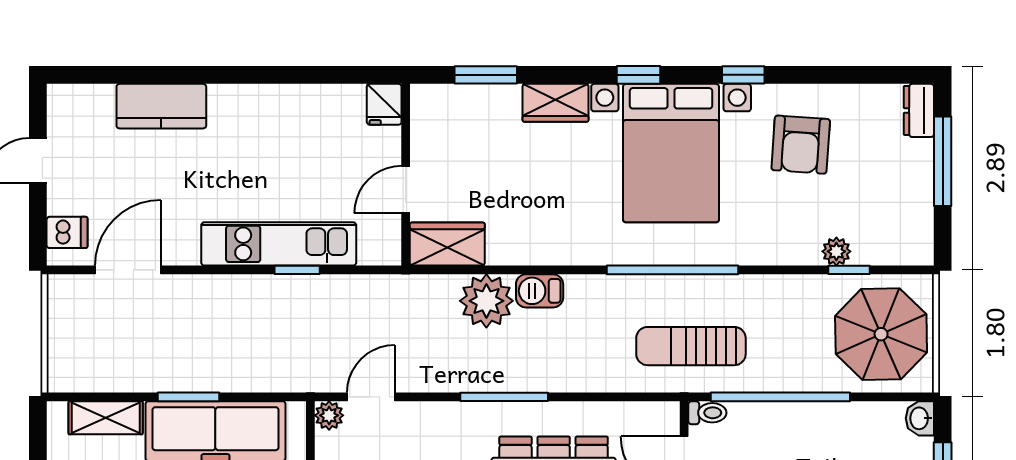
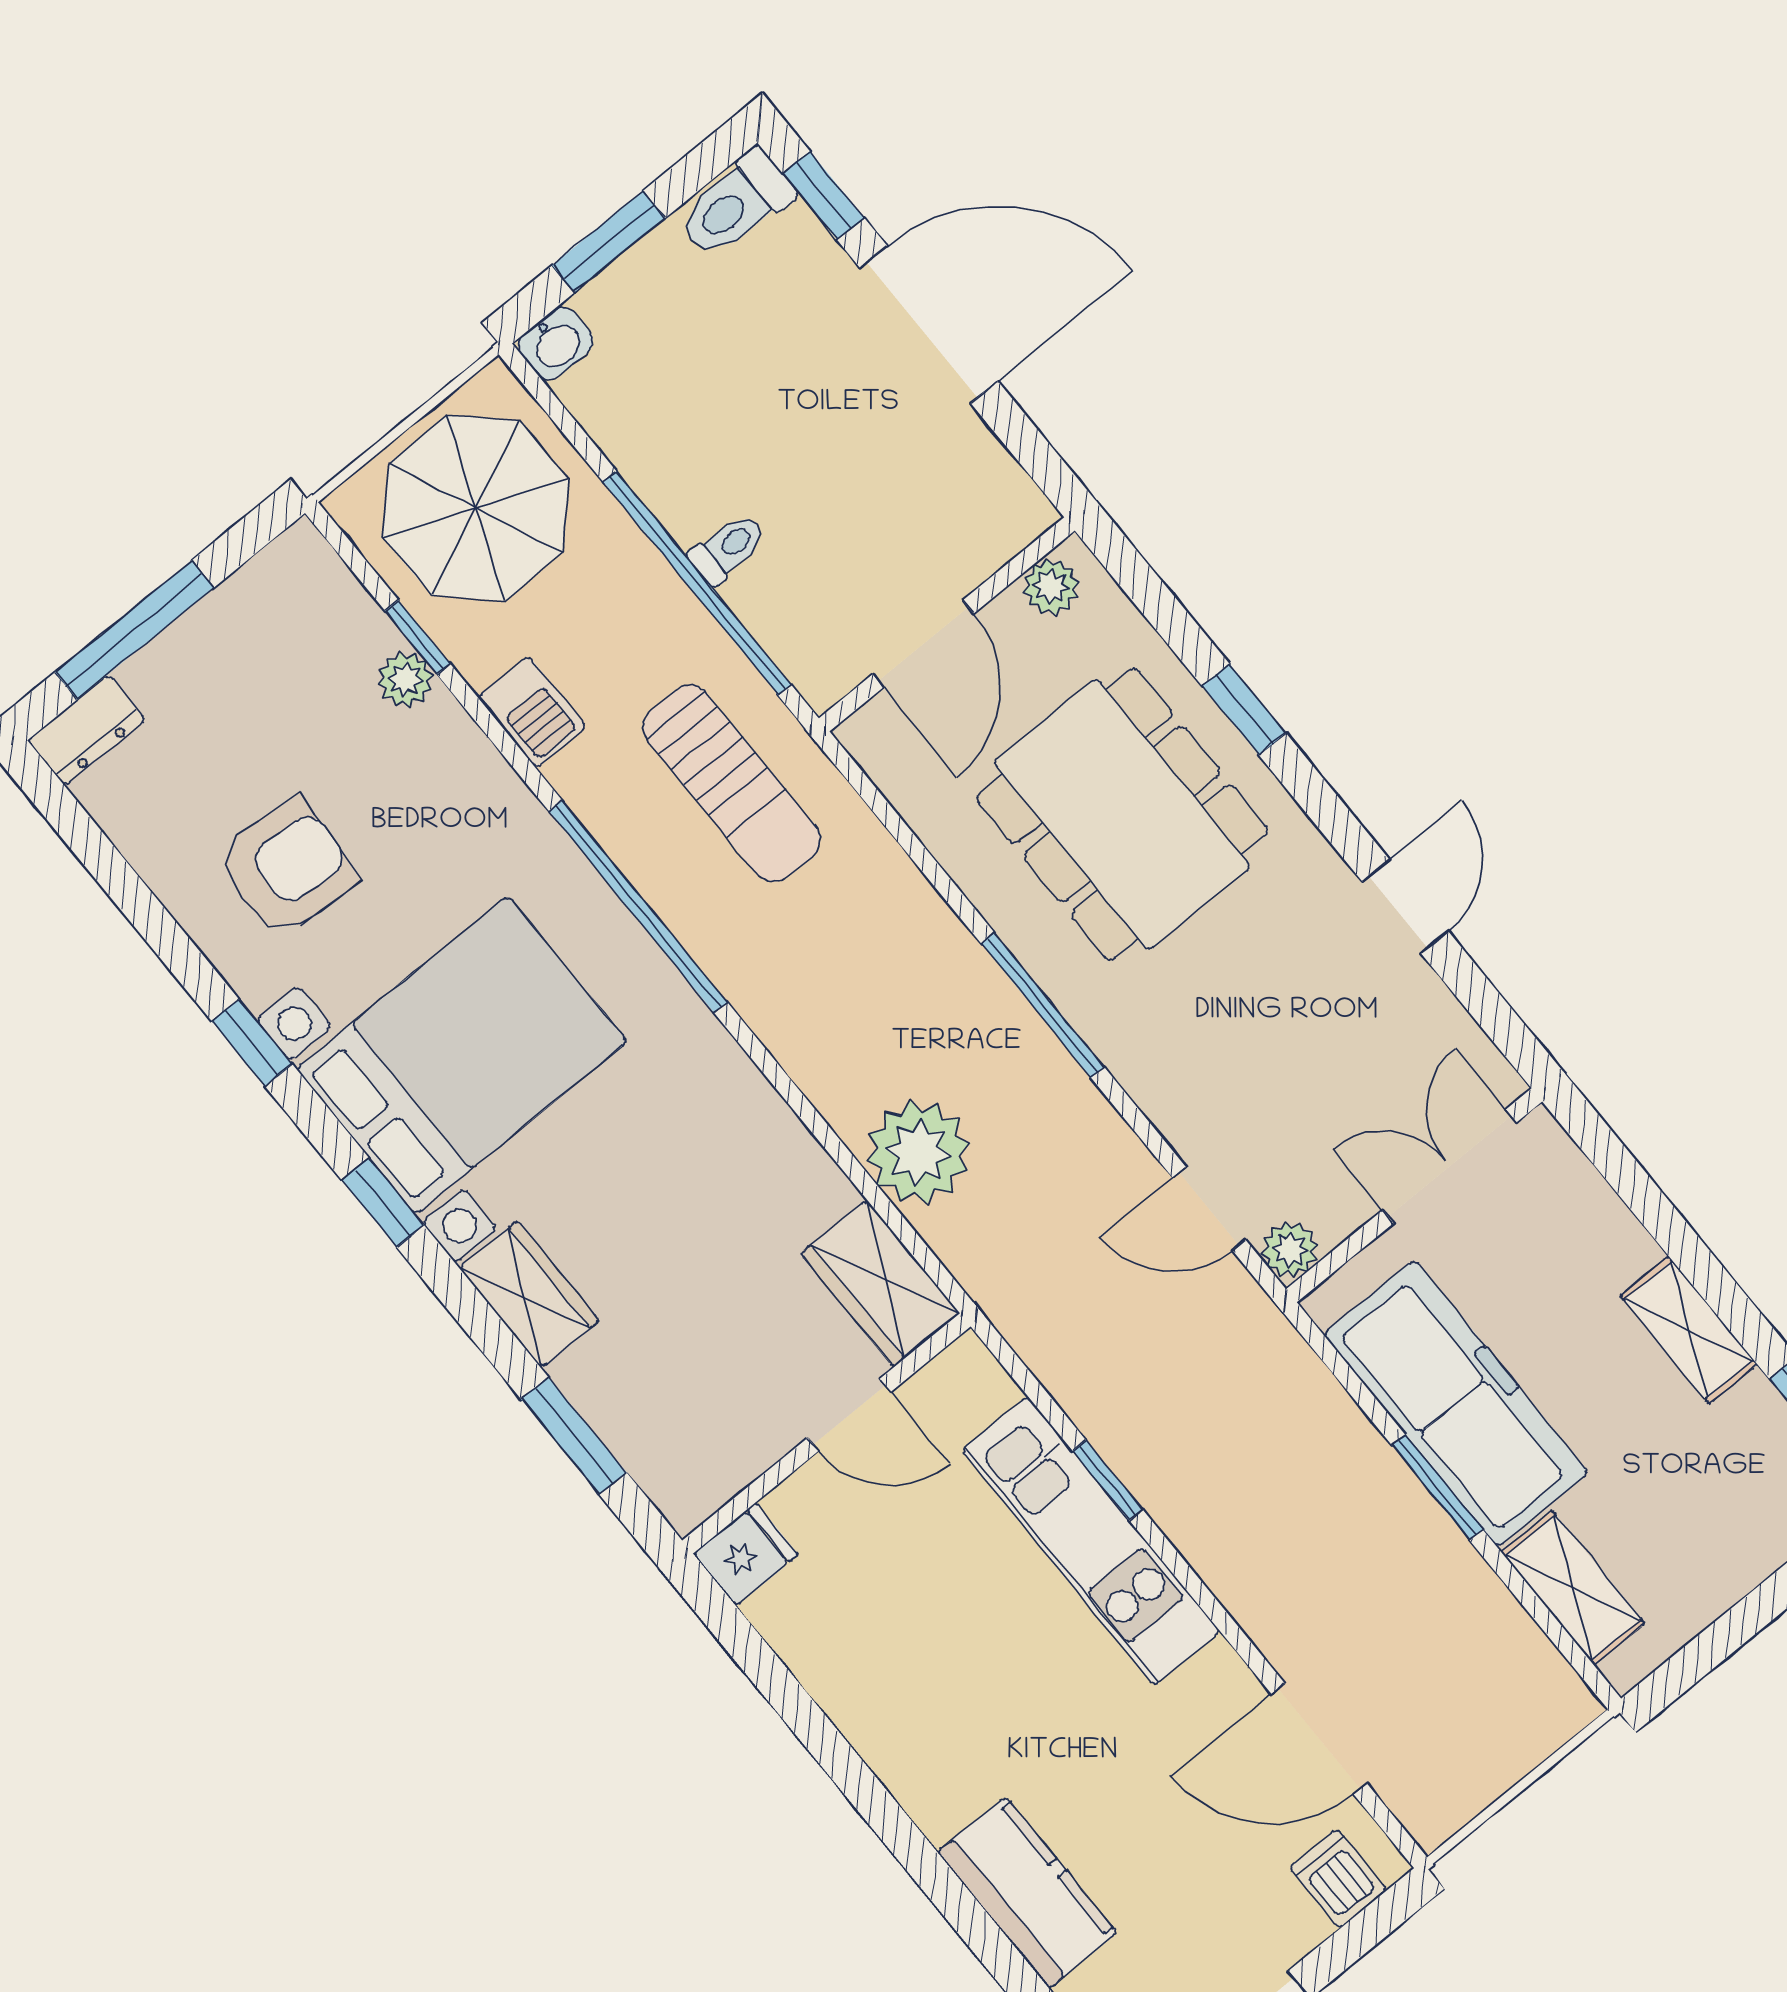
barbecue: (540, 291) -> (532, 712), moved
toilet: (707, 413) -> (728, 548), moved, turned 90

